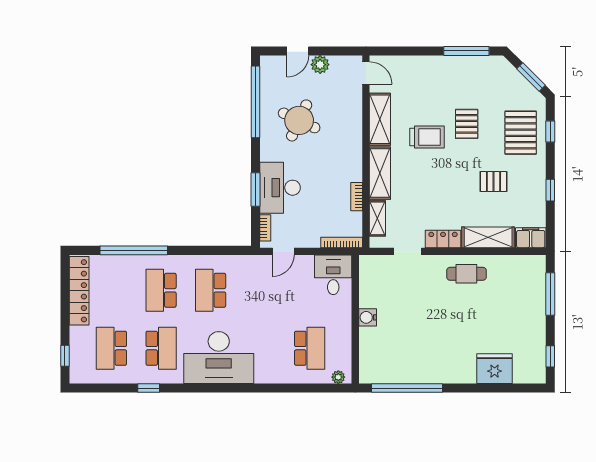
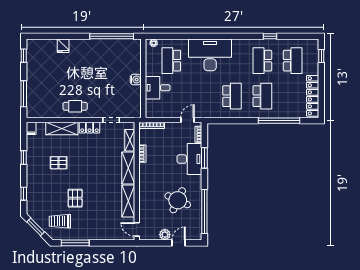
pallet: (521, 133) -> (42, 193), removed
trolley: (427, 137) -> (60, 221), moved
filing cabinet: (531, 238) -> (31, 128), width x0.50
desk: (333, 275) -> (158, 88), moved, turned 90
desk: (219, 358) -> (210, 55), moved
fridge: (495, 369) -> (63, 46), width x0.53, depth x0.75

